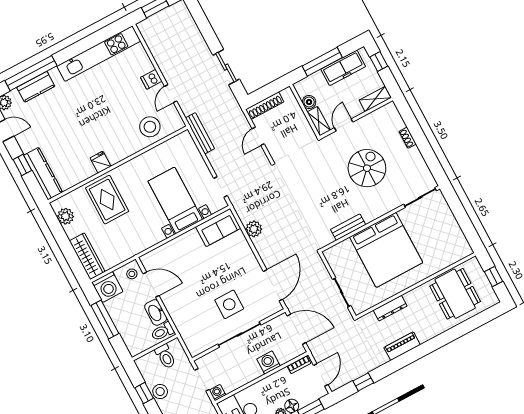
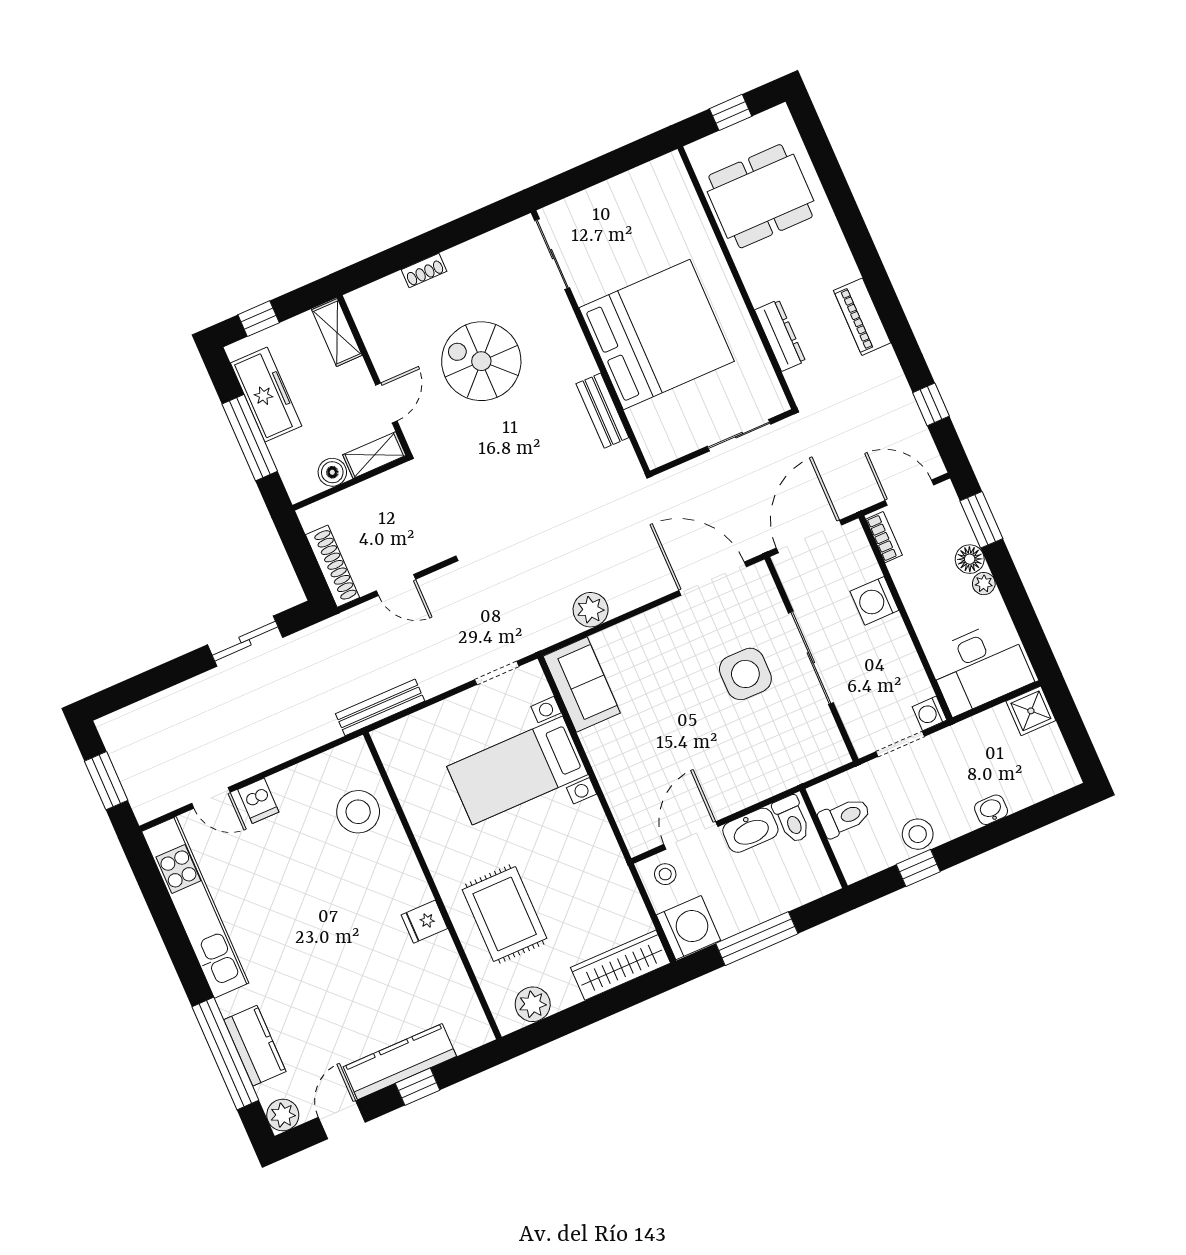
door: (171, 94) -> (211, 798), moved
door: (344, 125) -> (386, 403), swing flipped
kitchen counter: (43, 174) -> (400, 1062), moved
rug: (107, 200) -> (505, 914), turned 90

